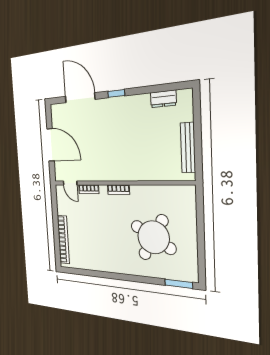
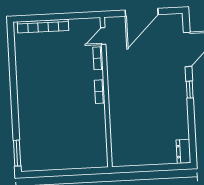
dresser: (163, 99) -> (183, 151), moved
bench: (188, 148) -> (140, 160), removed
round table: (153, 237) -> (57, 128), removed

